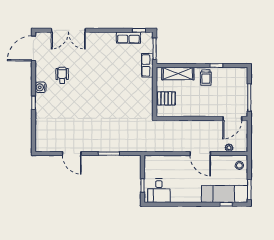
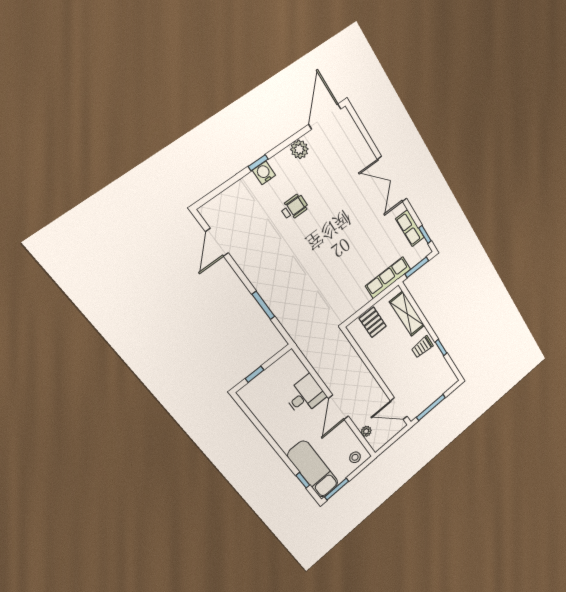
double door: (68, 30) -> (392, 179), moved
door: (34, 48) -> (325, 116), hinge flipped
row of seats: (147, 65) -> (388, 278), width x1.48
plant: (41, 75) -> (299, 149), added
wheelchair: (62, 75) -> (294, 207), moved
water cooler: (41, 87) -> (264, 173), moved
door: (72, 154) -> (217, 242), moved
desk: (159, 191) -> (305, 395), moved, turned 180

